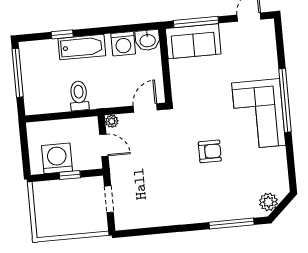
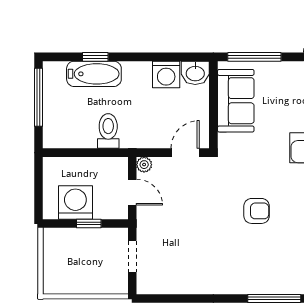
sofa: (193, 41) -> (236, 101), moved, turned -90
bathtub: (82, 47) -> (94, 74), moved

